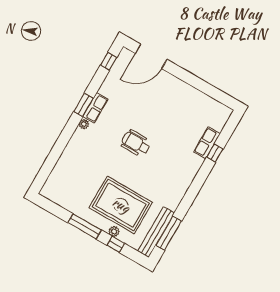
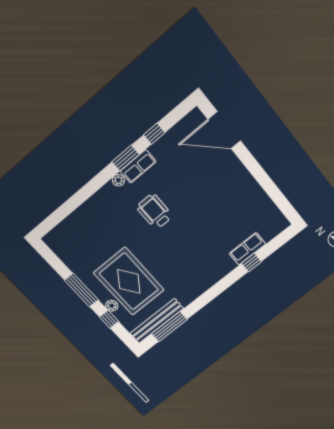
window: (109, 61) -> (154, 134), moved
wheelchair: (136, 143) -> (155, 212), moved

